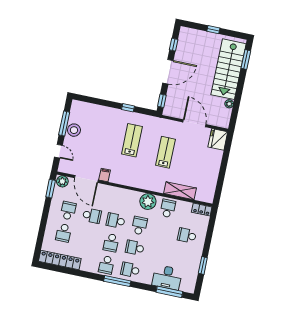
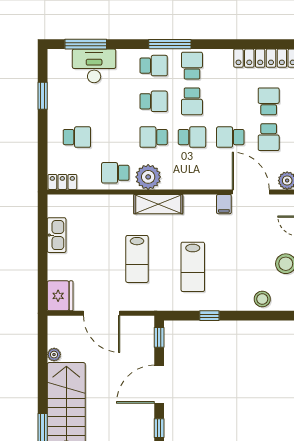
stool: (93, 111) -> (262, 299), added
kitchen sink: (212, 177) -> (57, 235), added
shelving: (180, 191) -> (158, 204), moved
school desk: (168, 208) -> (115, 173), turned 90
school desk: (139, 226) -> (154, 137), turned 90
school desk: (111, 243) -> (192, 101), turned 180

